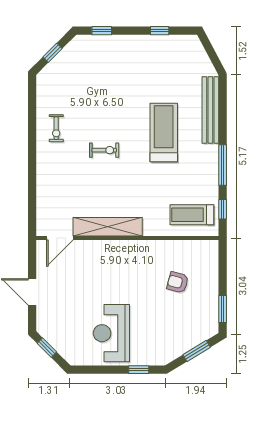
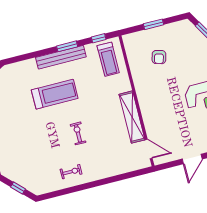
bench: (210, 110) -> (61, 57), moved
treadmill: (164, 133) -> (55, 94), turned 180
window: (223, 165) -> (67, 46), width x0.69
window: (223, 309) -> (153, 24), moved

